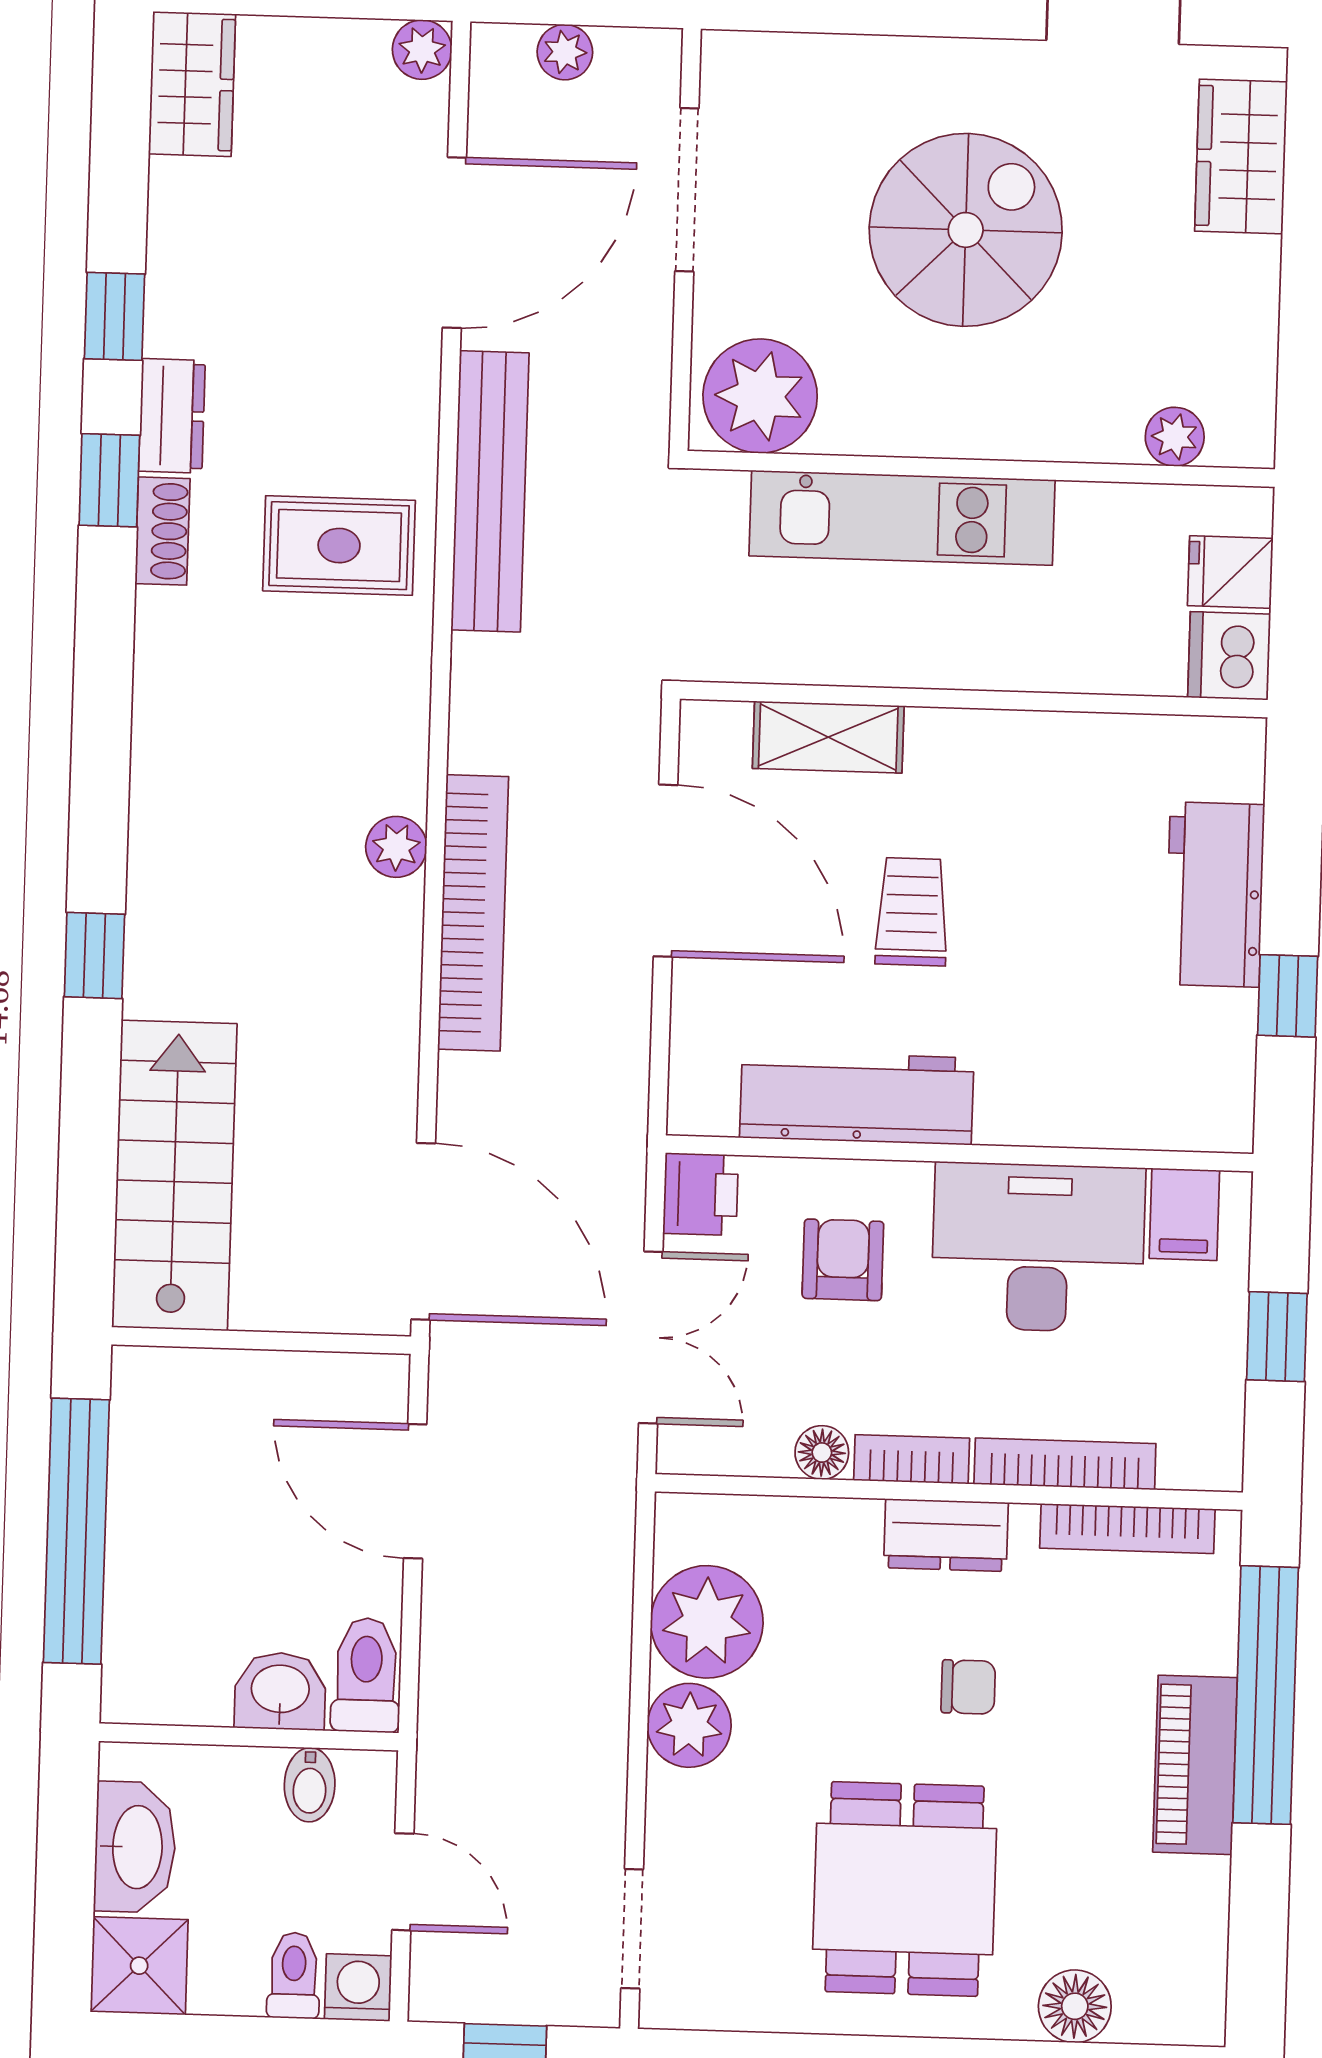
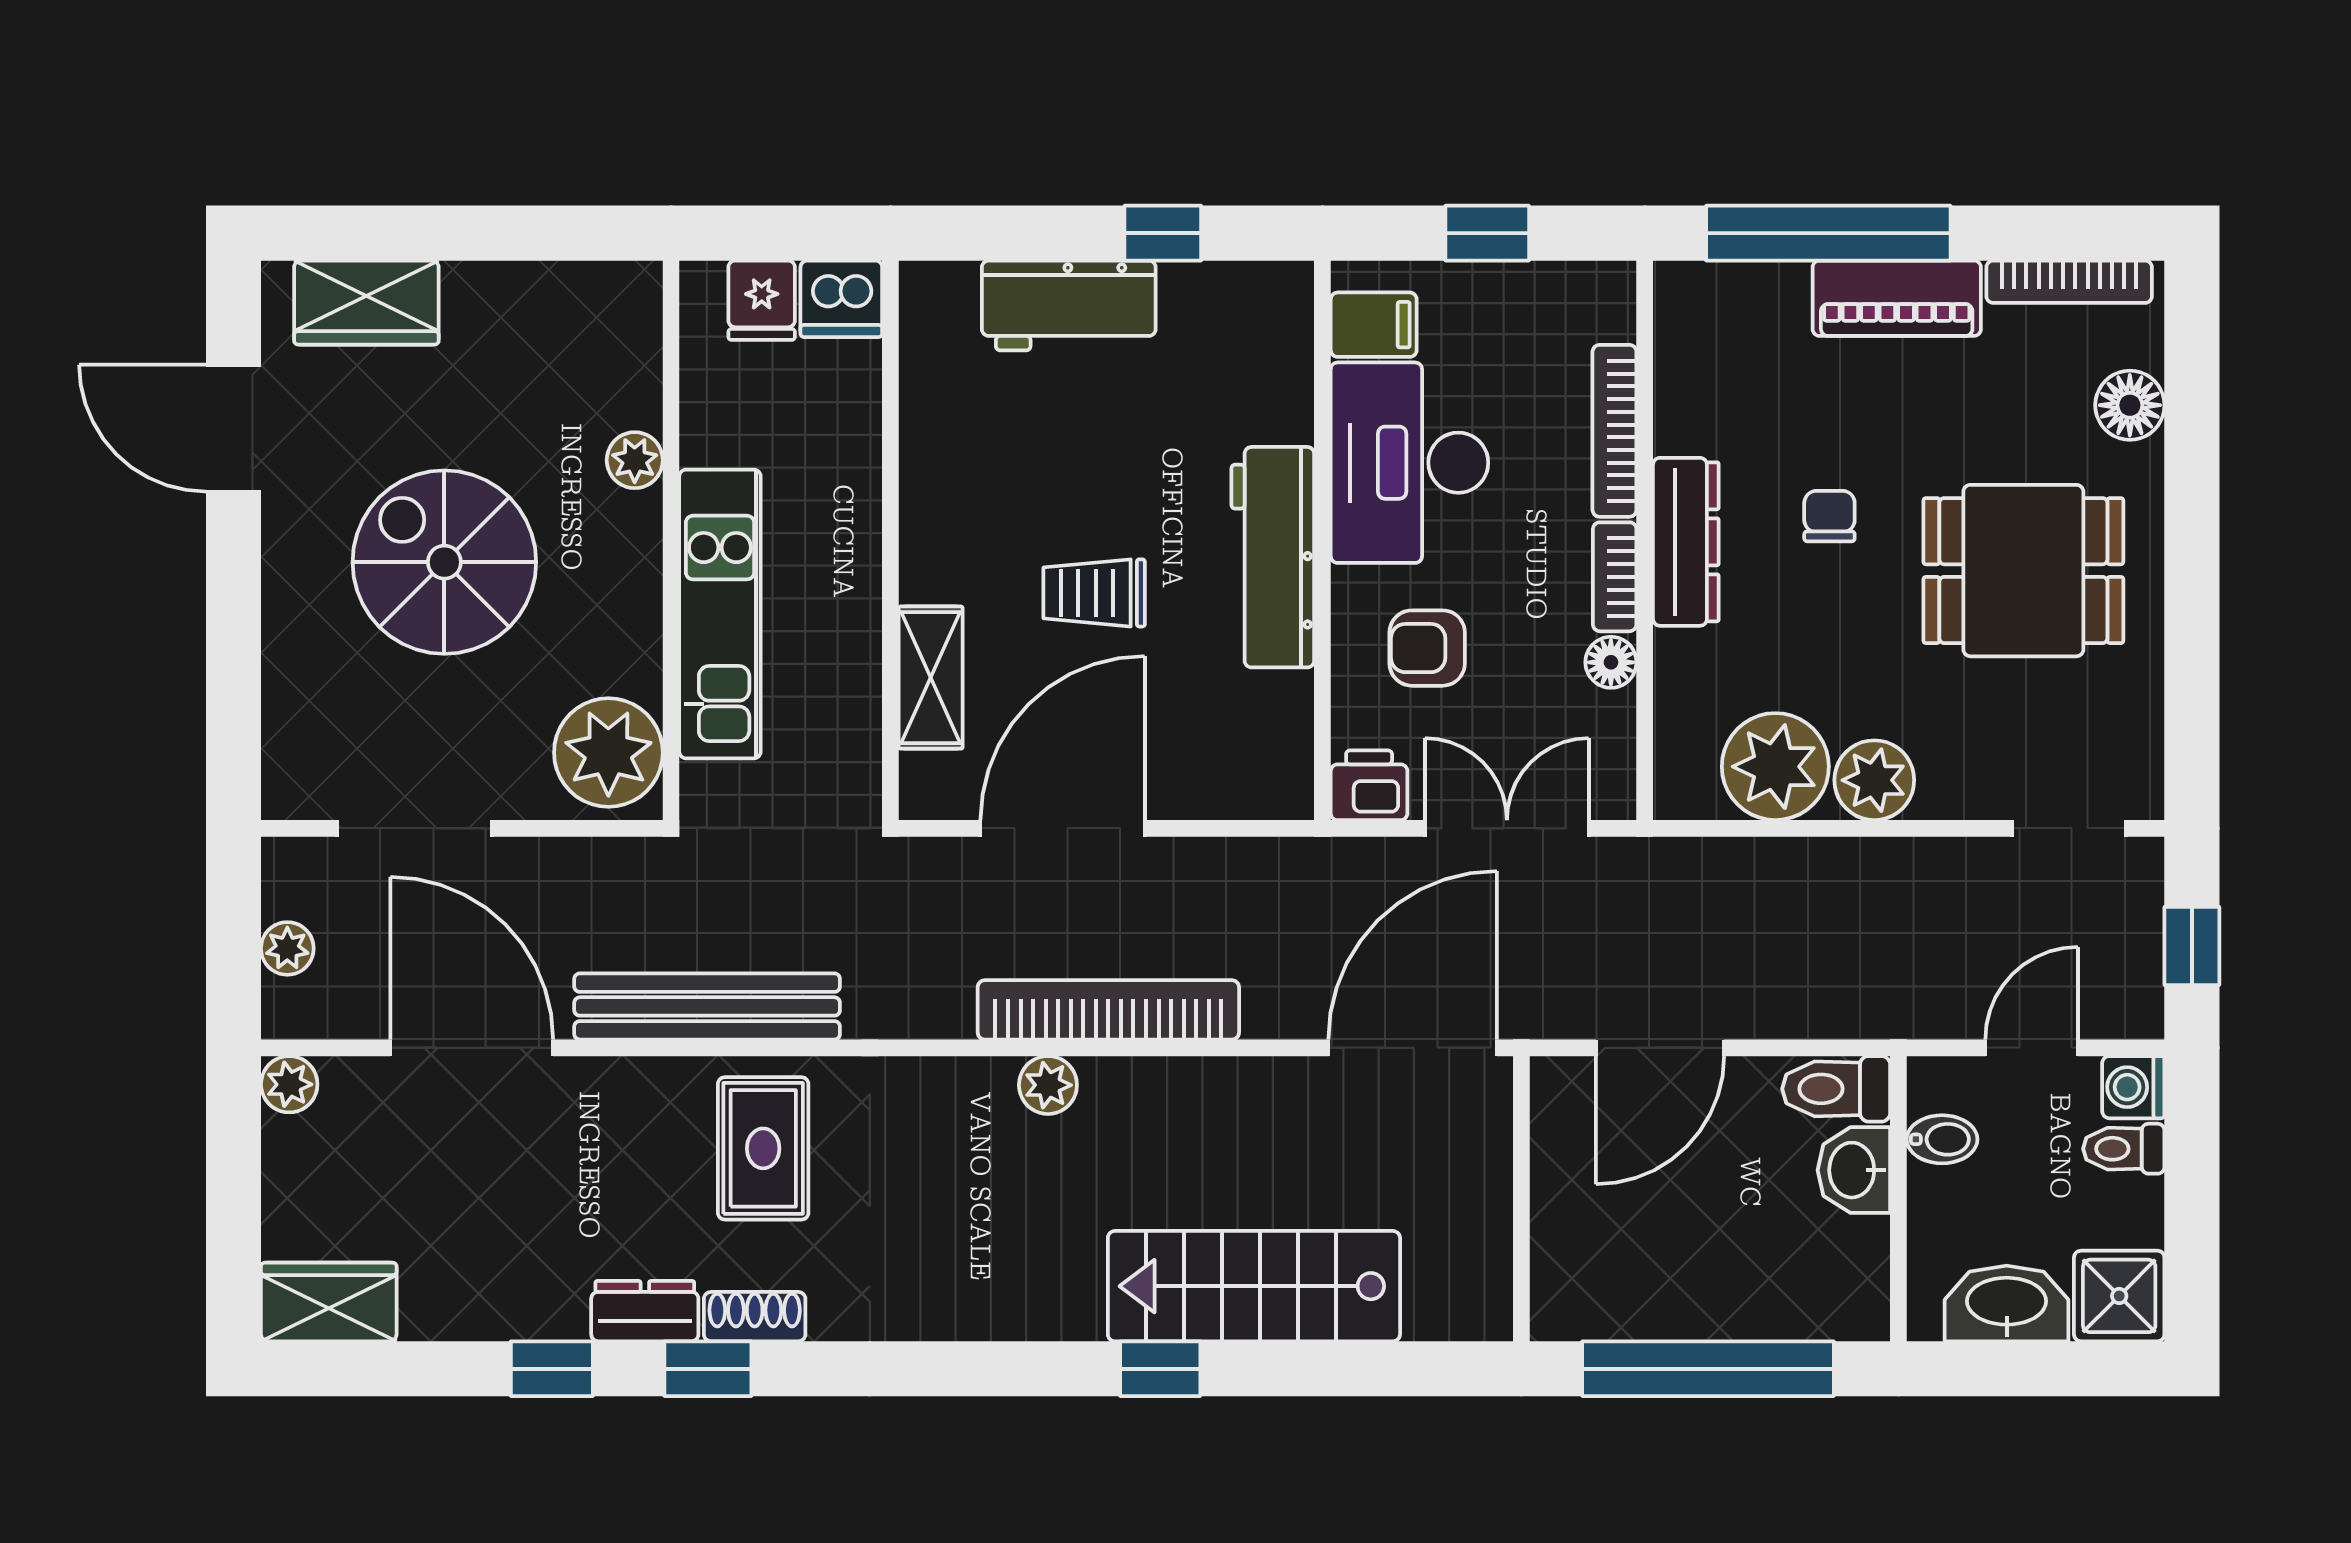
plant: (1175, 437) -> (635, 460), moved
workbench: (857, 1098) -> (1273, 557), moved
stairs: (174, 1175) -> (1254, 1286), moved
bookcase: (1127, 1529) -> (2069, 282), moved, turned 90
dresser: (946, 1535) -> (1686, 542), width x1.44

